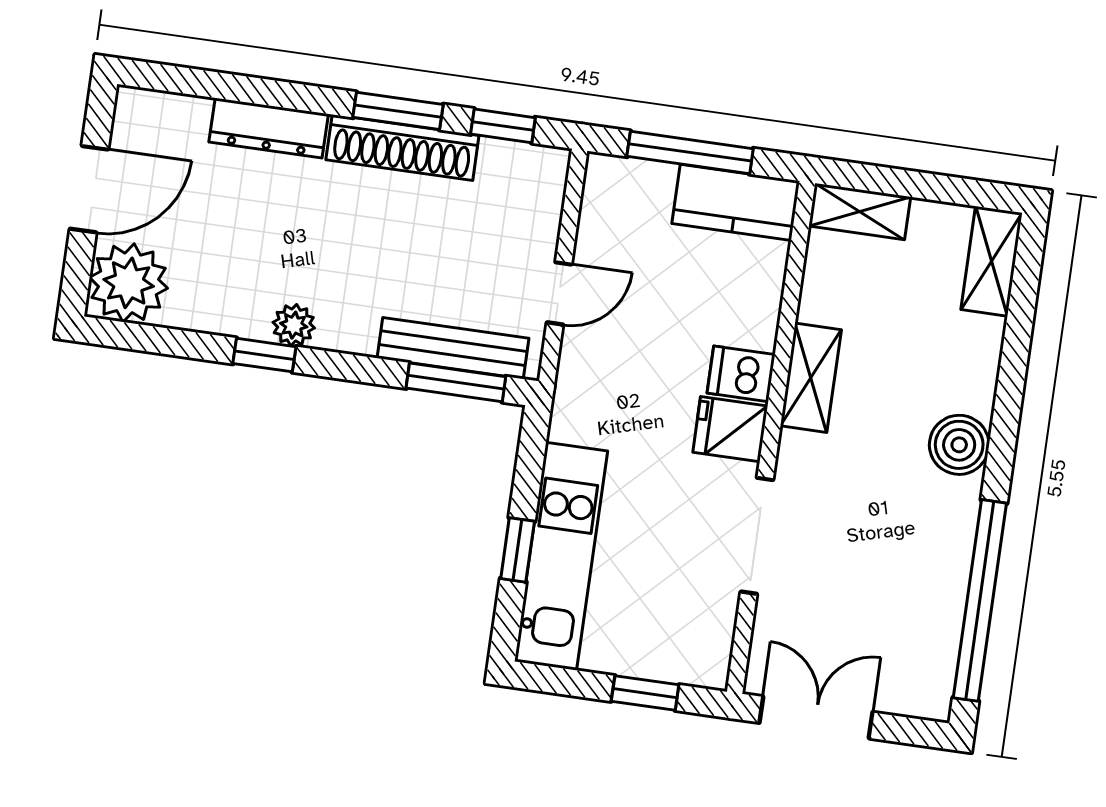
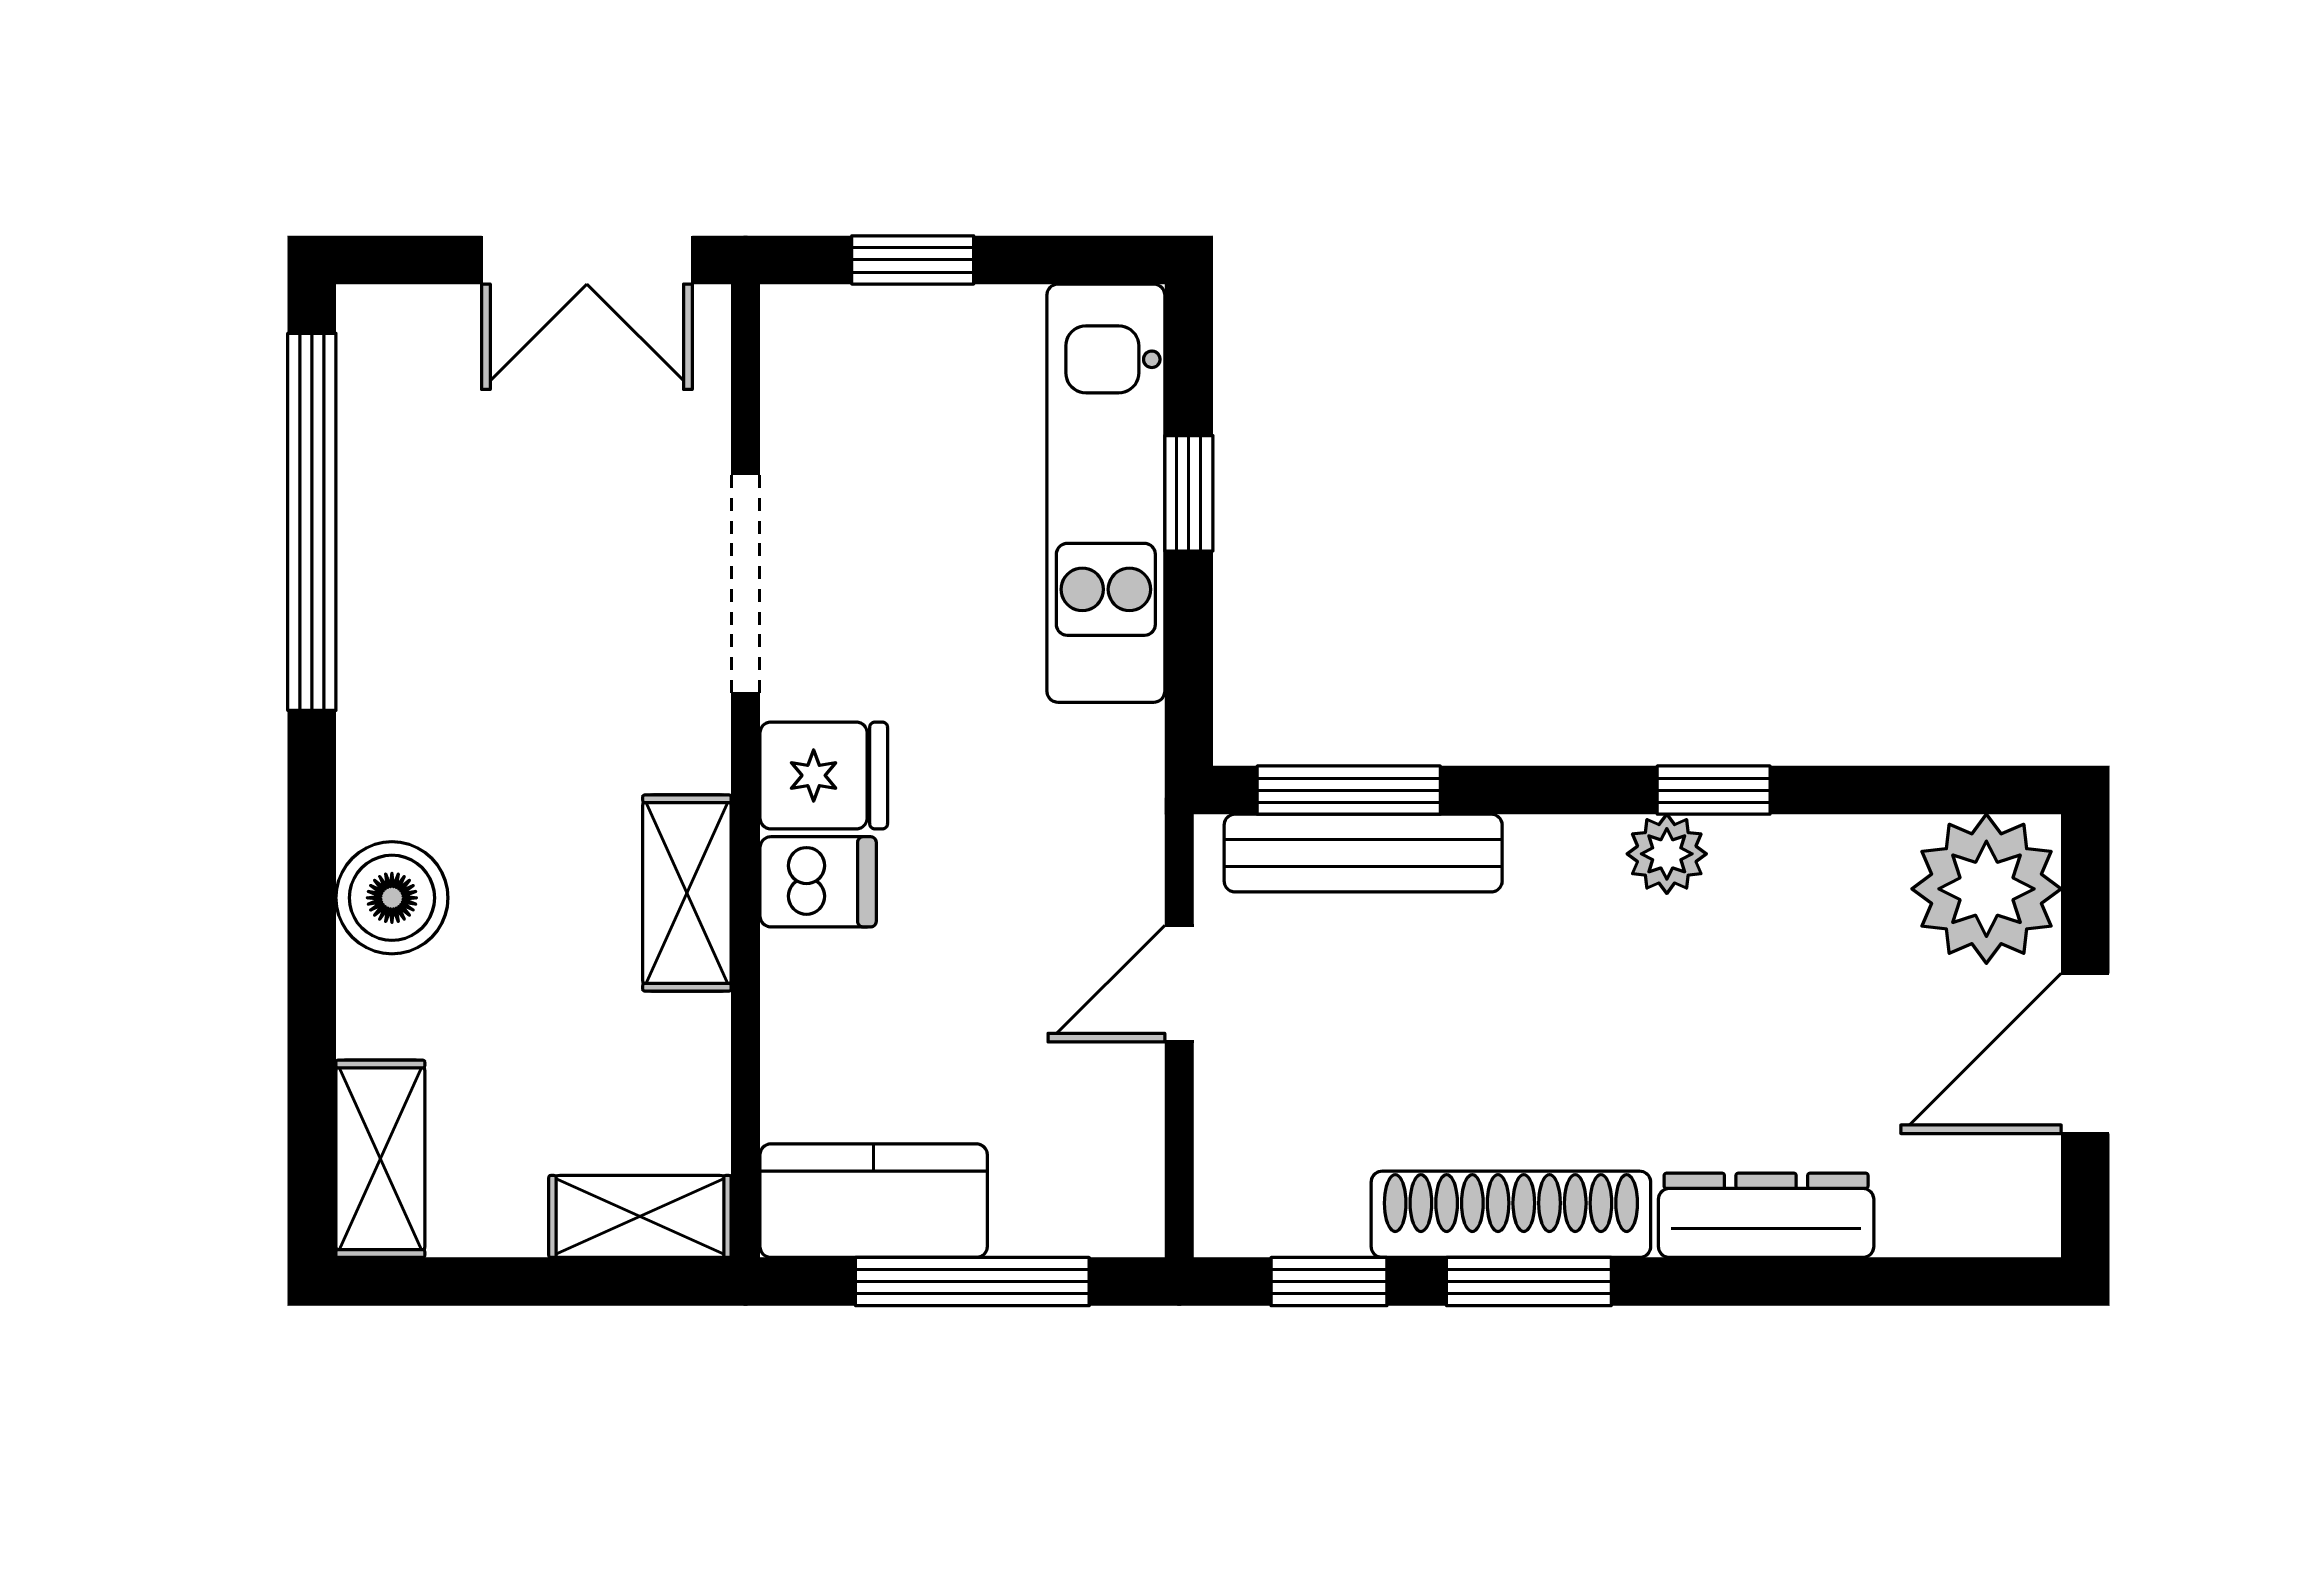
boiler: (959, 445) -> (392, 898), moved

